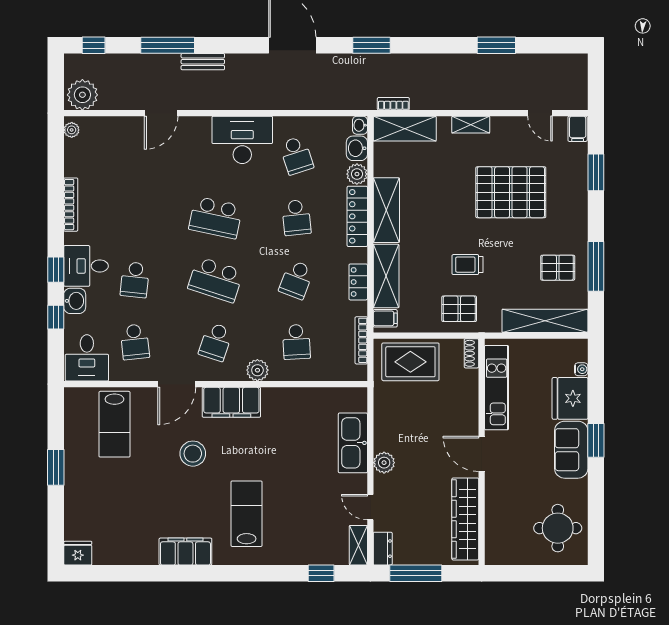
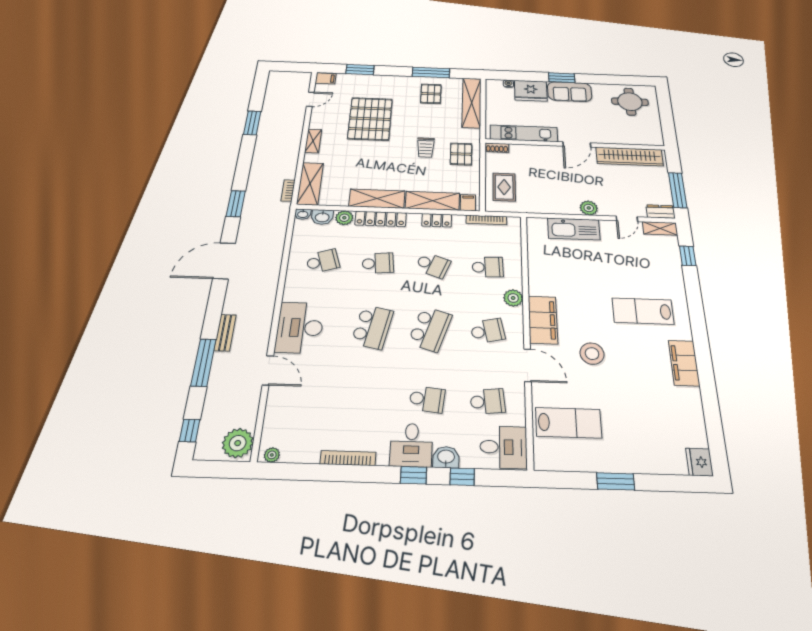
desk: (242, 140) -> (300, 328), moved
school desk: (216, 342) -> (488, 331), turned -30
rug: (410, 362) -> (504, 187), width x0.73, depth x0.70

